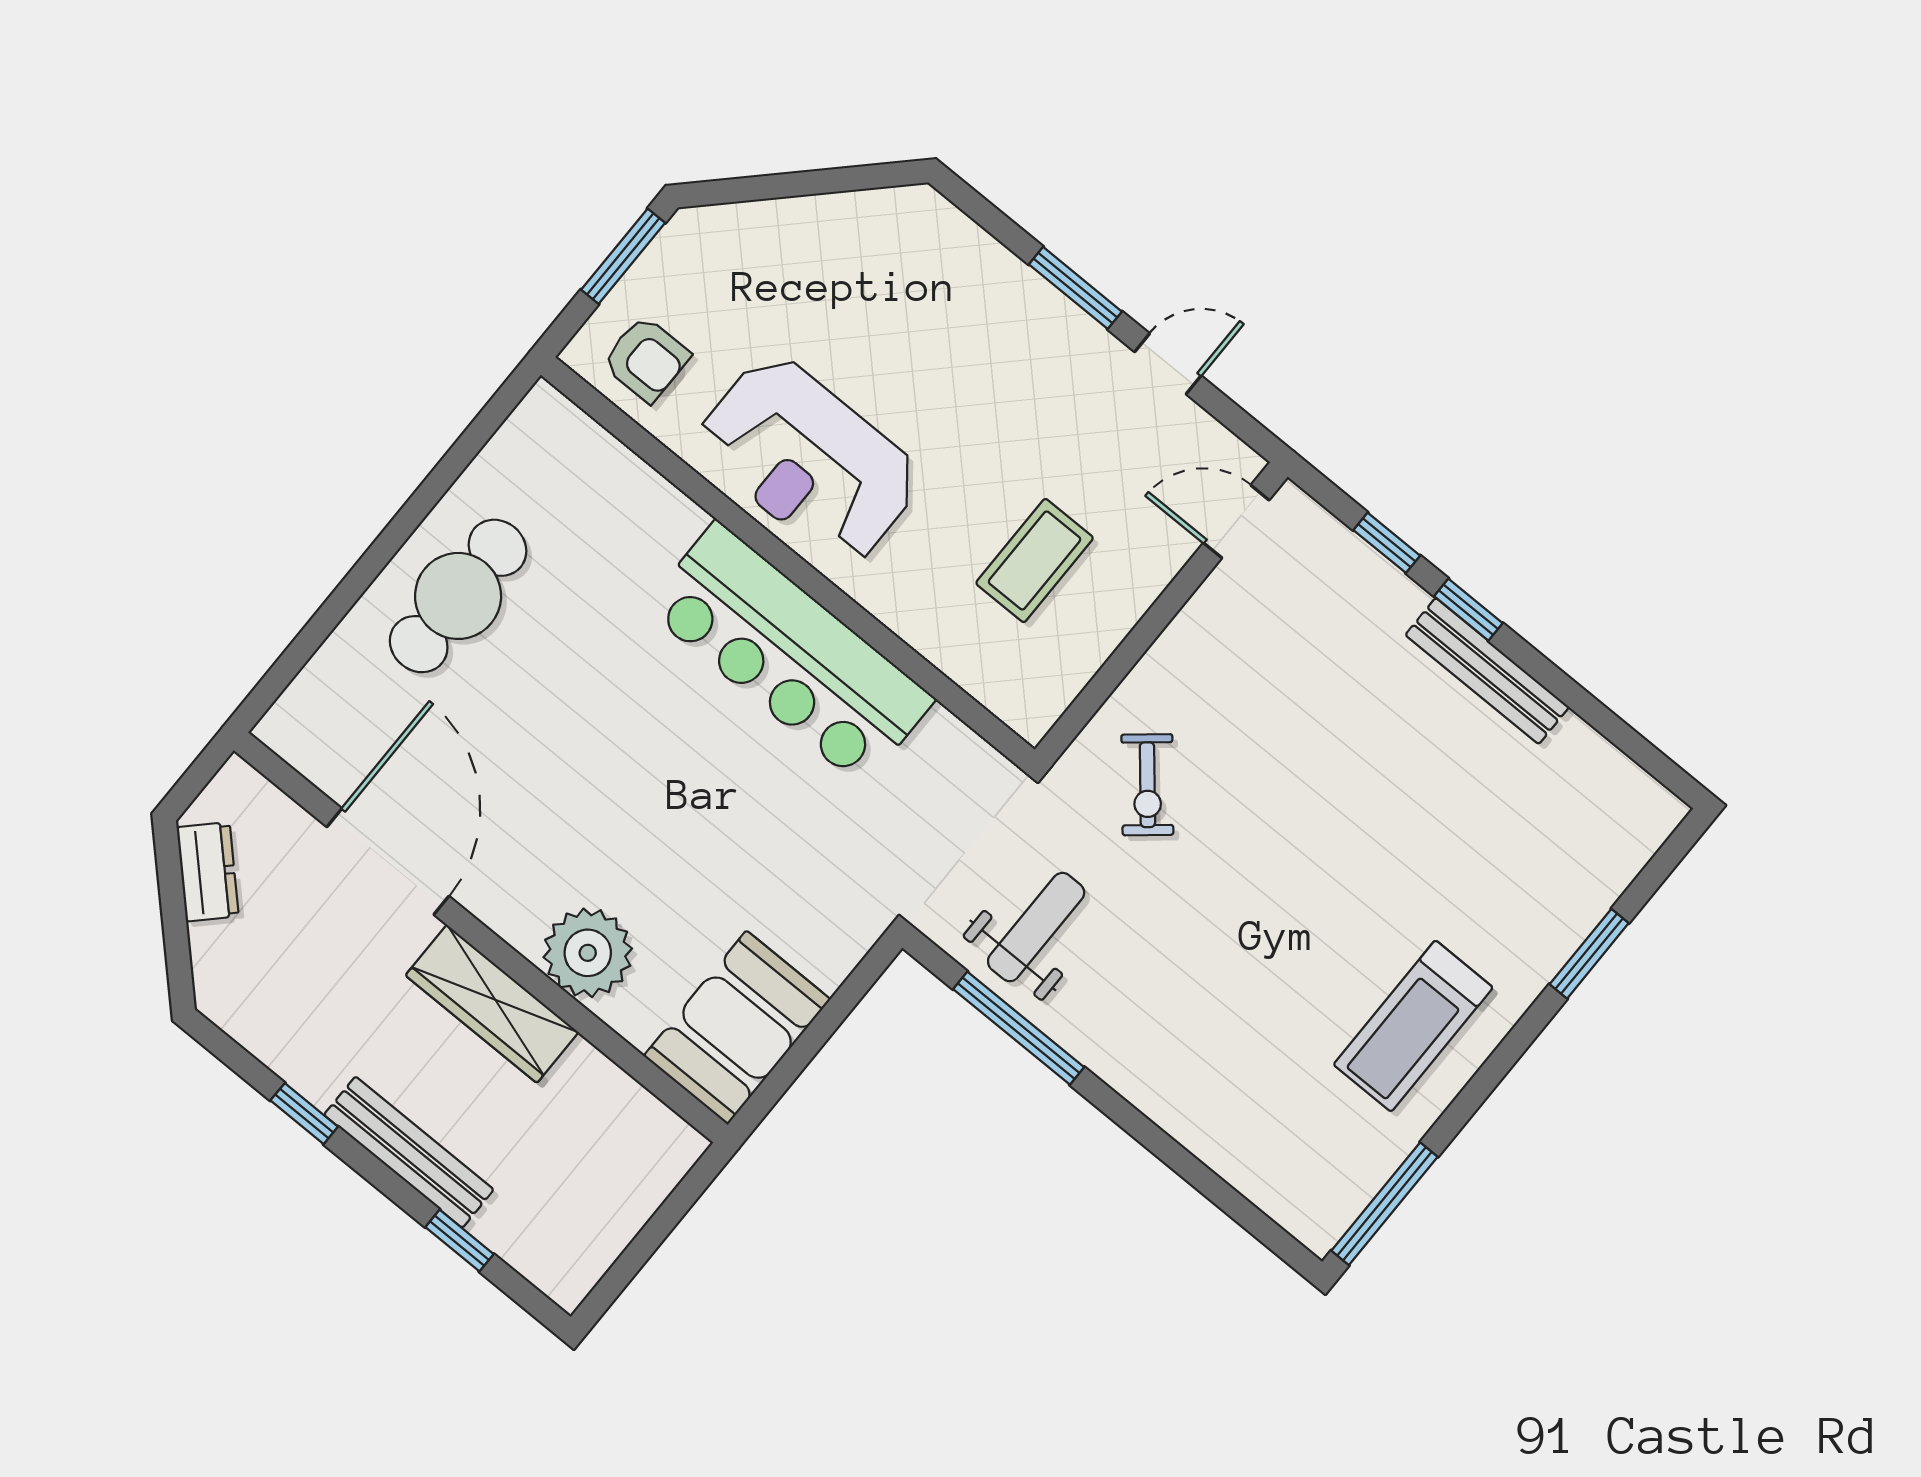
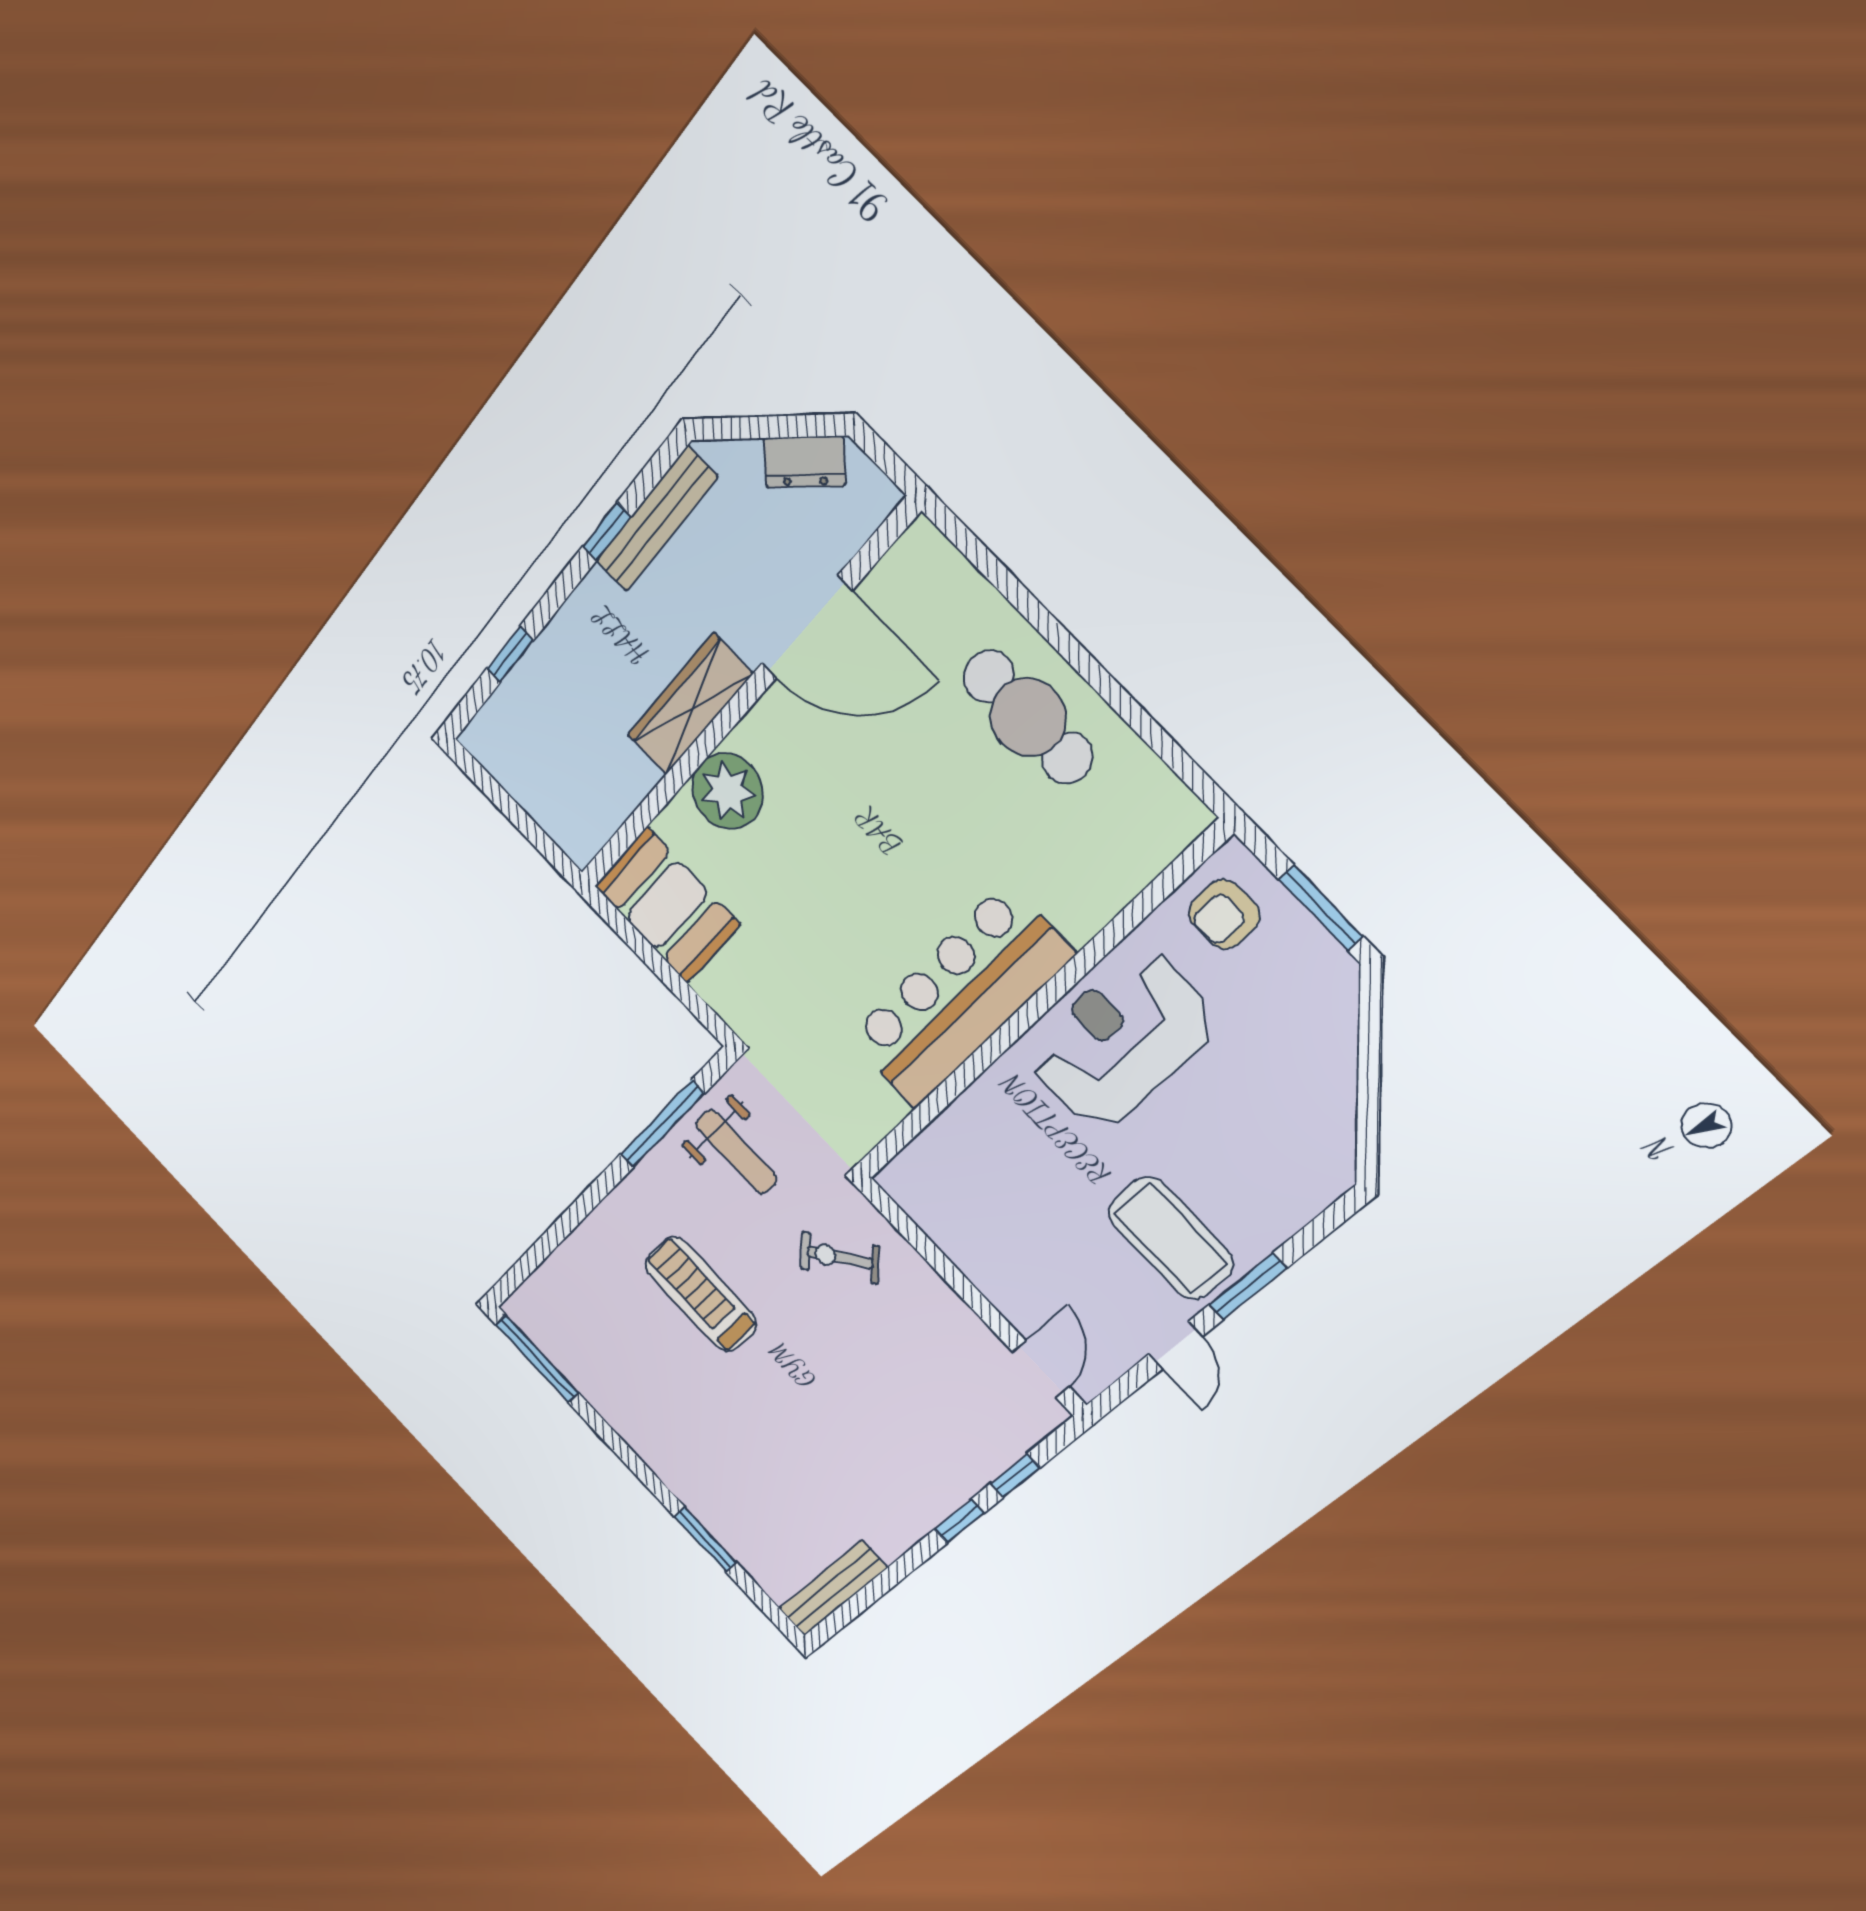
coffee table: (1035, 561) -> (1171, 1238), moved, width x1.36, depth x1.32
bench: (1487, 671) -> (833, 1588), moved
treadmill: (1413, 1026) -> (701, 1294), moved
bench: (409, 1152) -> (656, 519), moved

